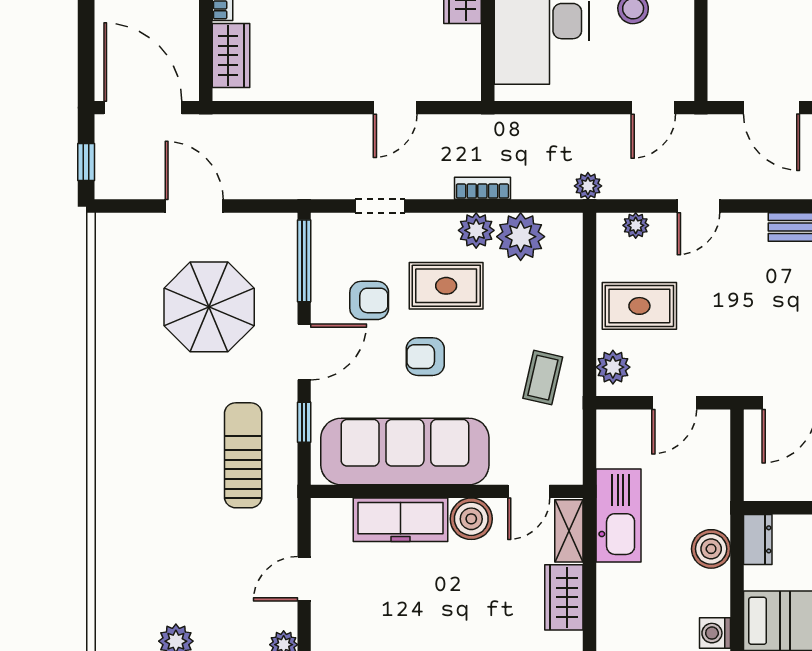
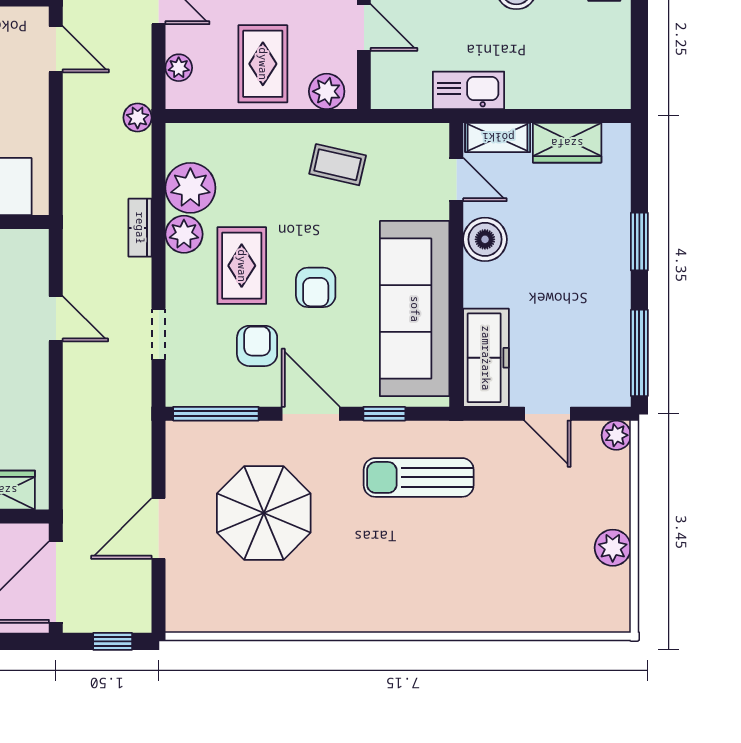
kitchen sink: (618, 515) -> (468, 90), width x0.73, depth x0.81
freezer: (401, 520) -> (486, 358), moved

